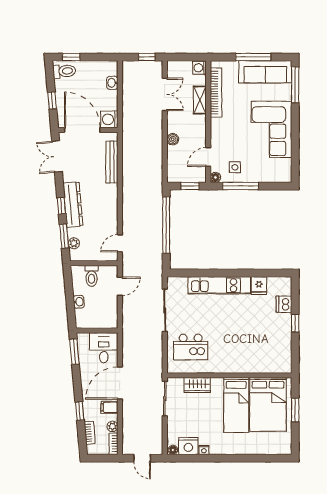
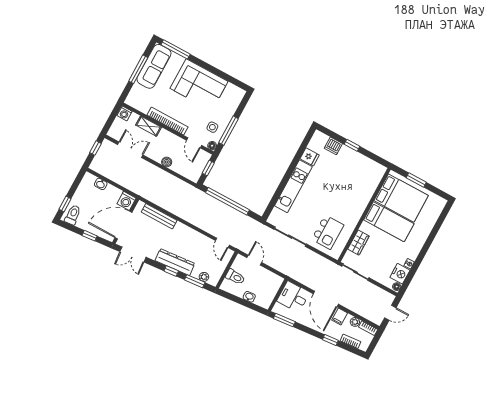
bookcase: (216, 92) -> (168, 121), moved

